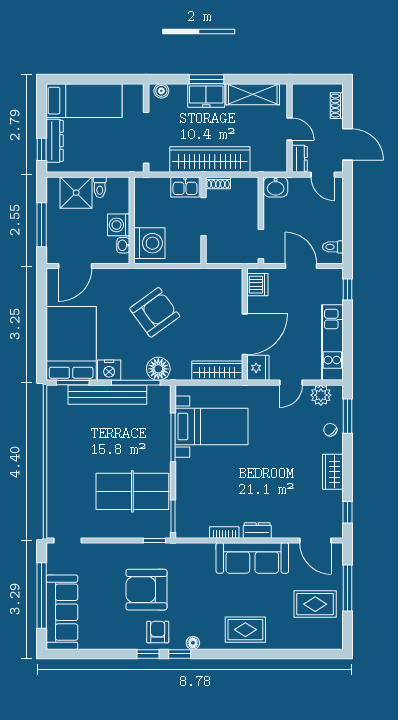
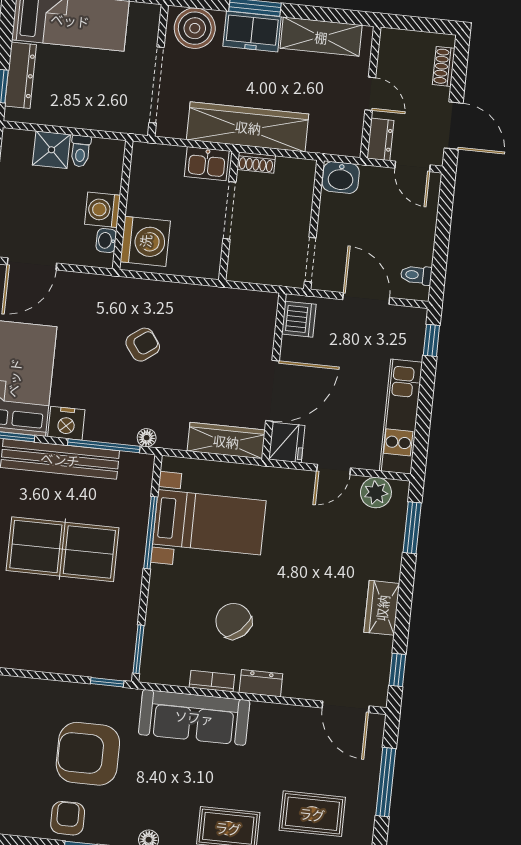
boiler: (161, 91) -> (195, 28), width x1.86, depth x1.86
shower: (76, 193) -> (51, 150), width x0.73, depth x0.73
armchair: (155, 312) -> (143, 345), width x0.53, depth x0.53
floor lamp: (158, 369) -> (147, 438), width x0.53, depth x0.53
chair: (330, 430) -> (234, 621), moved, width x1.87, depth x1.87
table tennis table: (132, 491) -> (63, 549), moved
sofa: (252, 558) -> (194, 717), moved
rug: (315, 604) -> (312, 814), moved
armchair: (158, 632) -> (68, 818), moved

